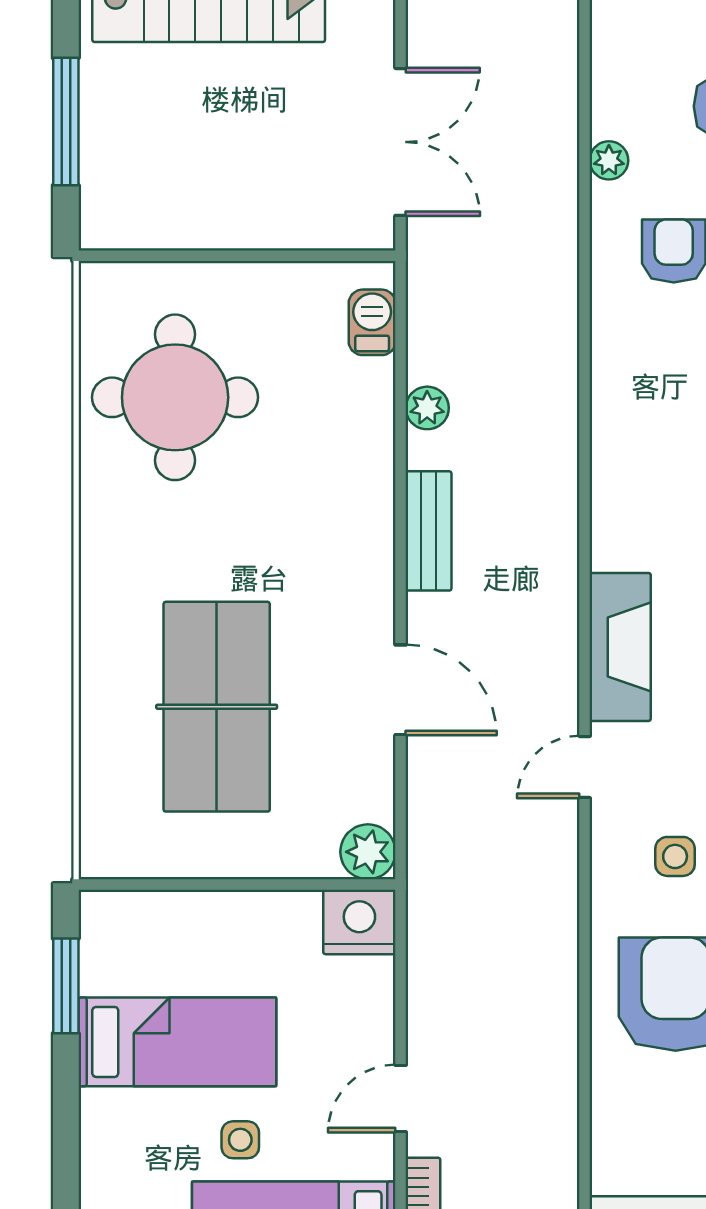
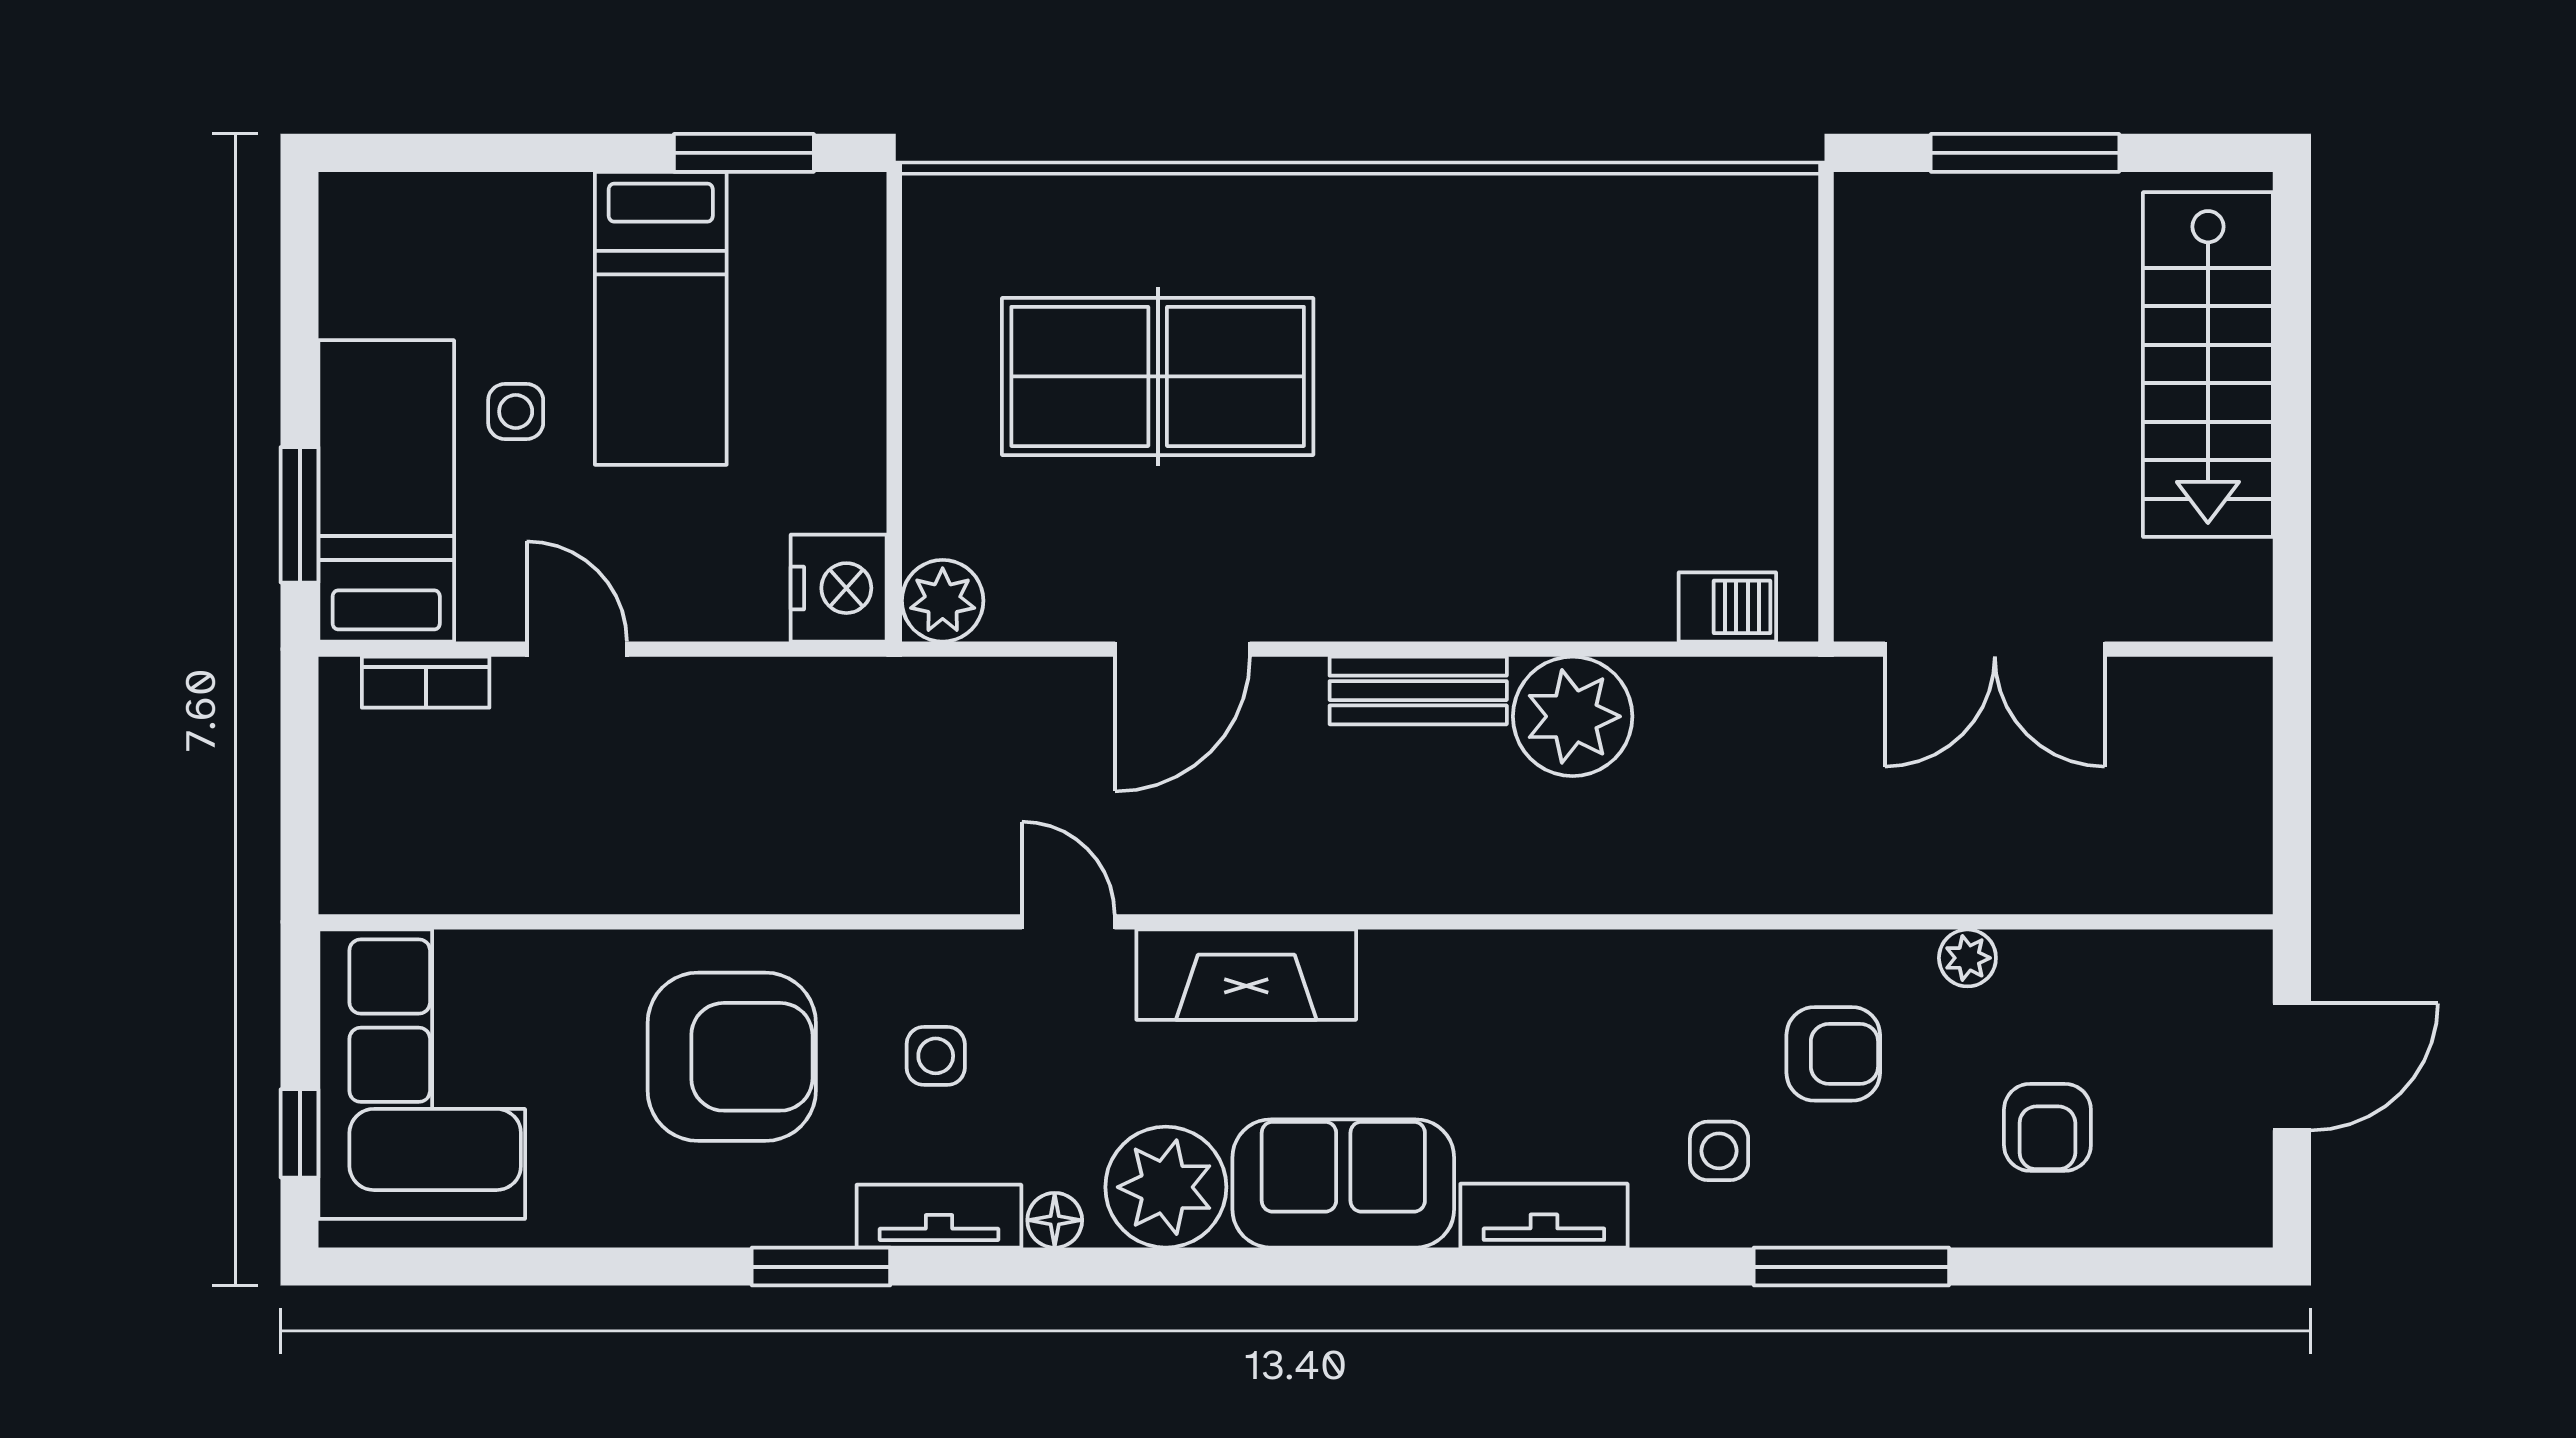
round table: (175, 397) -> (1616, 315), removed
plant: (427, 408) -> (1573, 716), width x1.88, depth x1.88

